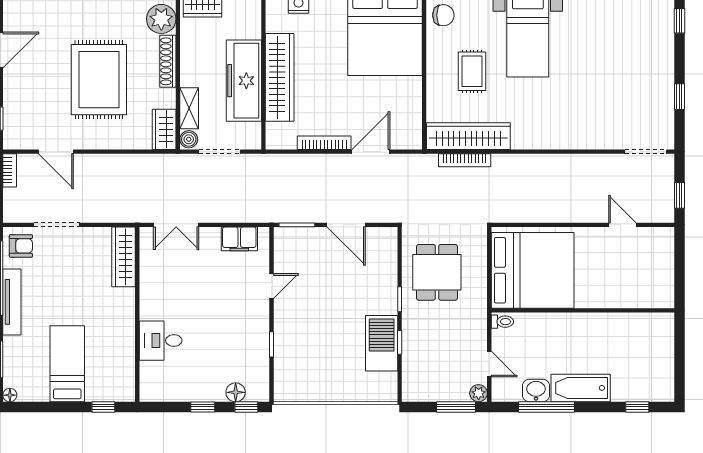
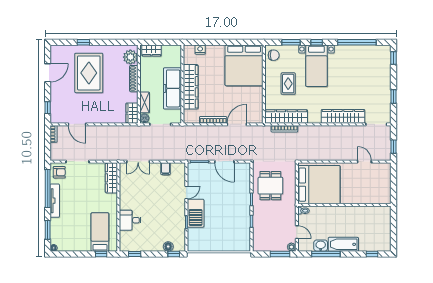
rug: (99, 80) -> (89, 73), moved
wardrobe: (580, 136) -> (343, 116), added
filing cabinet: (239, 239) -> (166, 169), width x0.50
barbecue: (382, 343) -> (196, 213), moved, turned 180
bed: (67, 364) -> (100, 232), moved
window: (203, 407) -> (135, 254), moved

